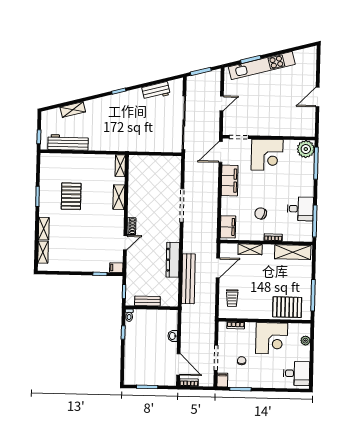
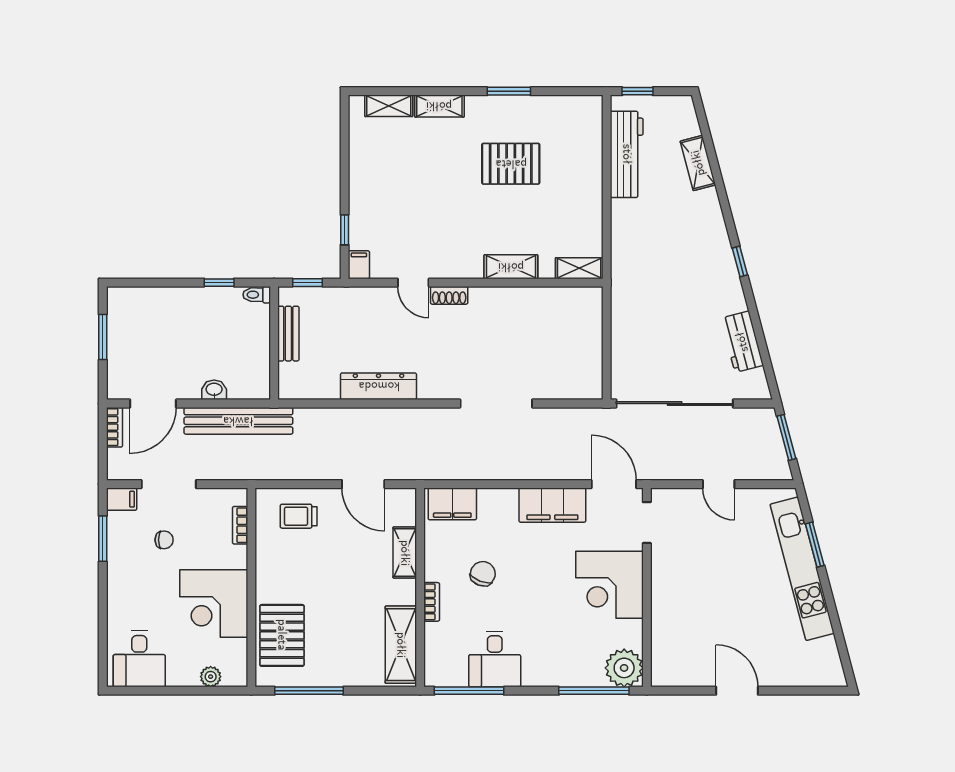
bench: (188, 279) -> (238, 421), moved

